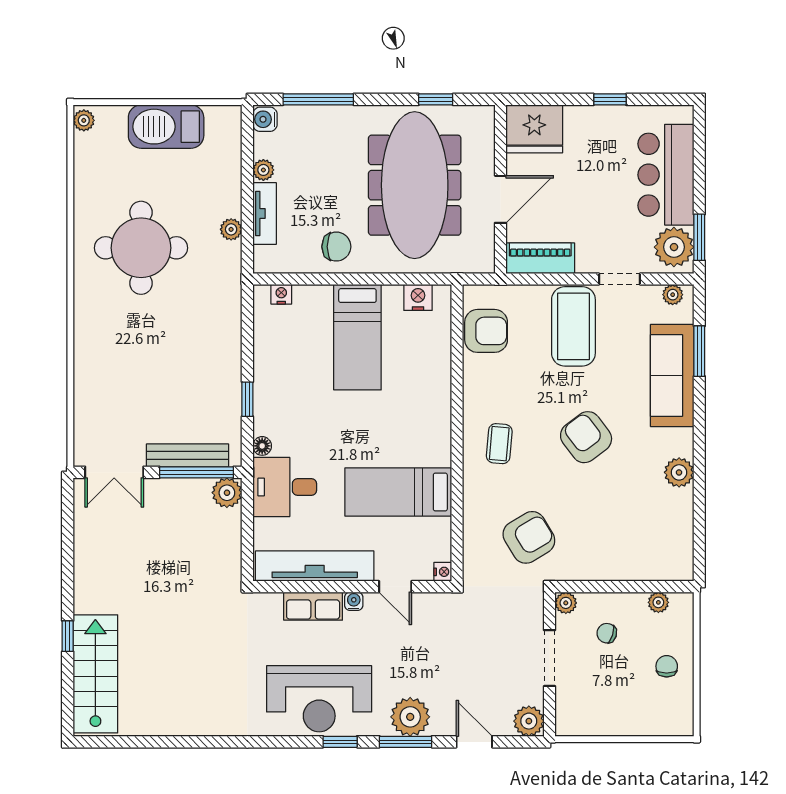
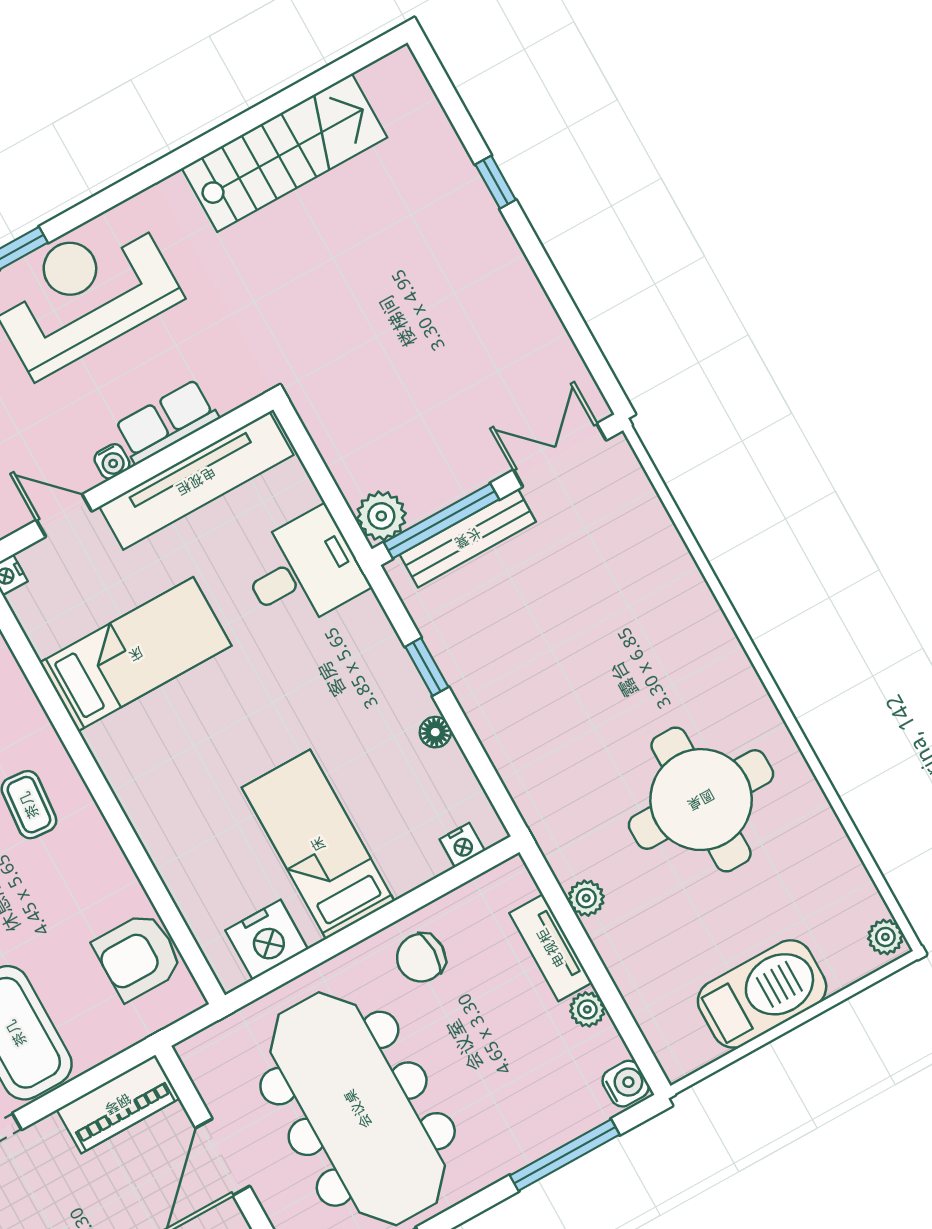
nightstand: (418, 297) -> (267, 940), width x1.36, depth x1.33
floor lamp: (262, 446) -> (435, 732), moved
stairs: (95, 674) -> (284, 153), moved, turned -90

